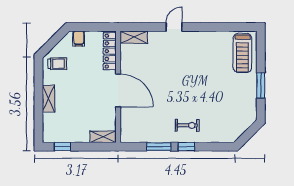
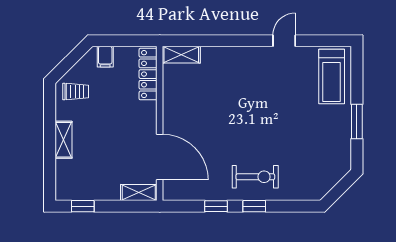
door: (174, 27) -> (284, 41), moved
door: (118, 90) -> (160, 157), moved
exercise bike: (187, 125) -> (255, 177), width x1.38, depth x1.39
window: (159, 147) -> (216, 206), width x0.67

